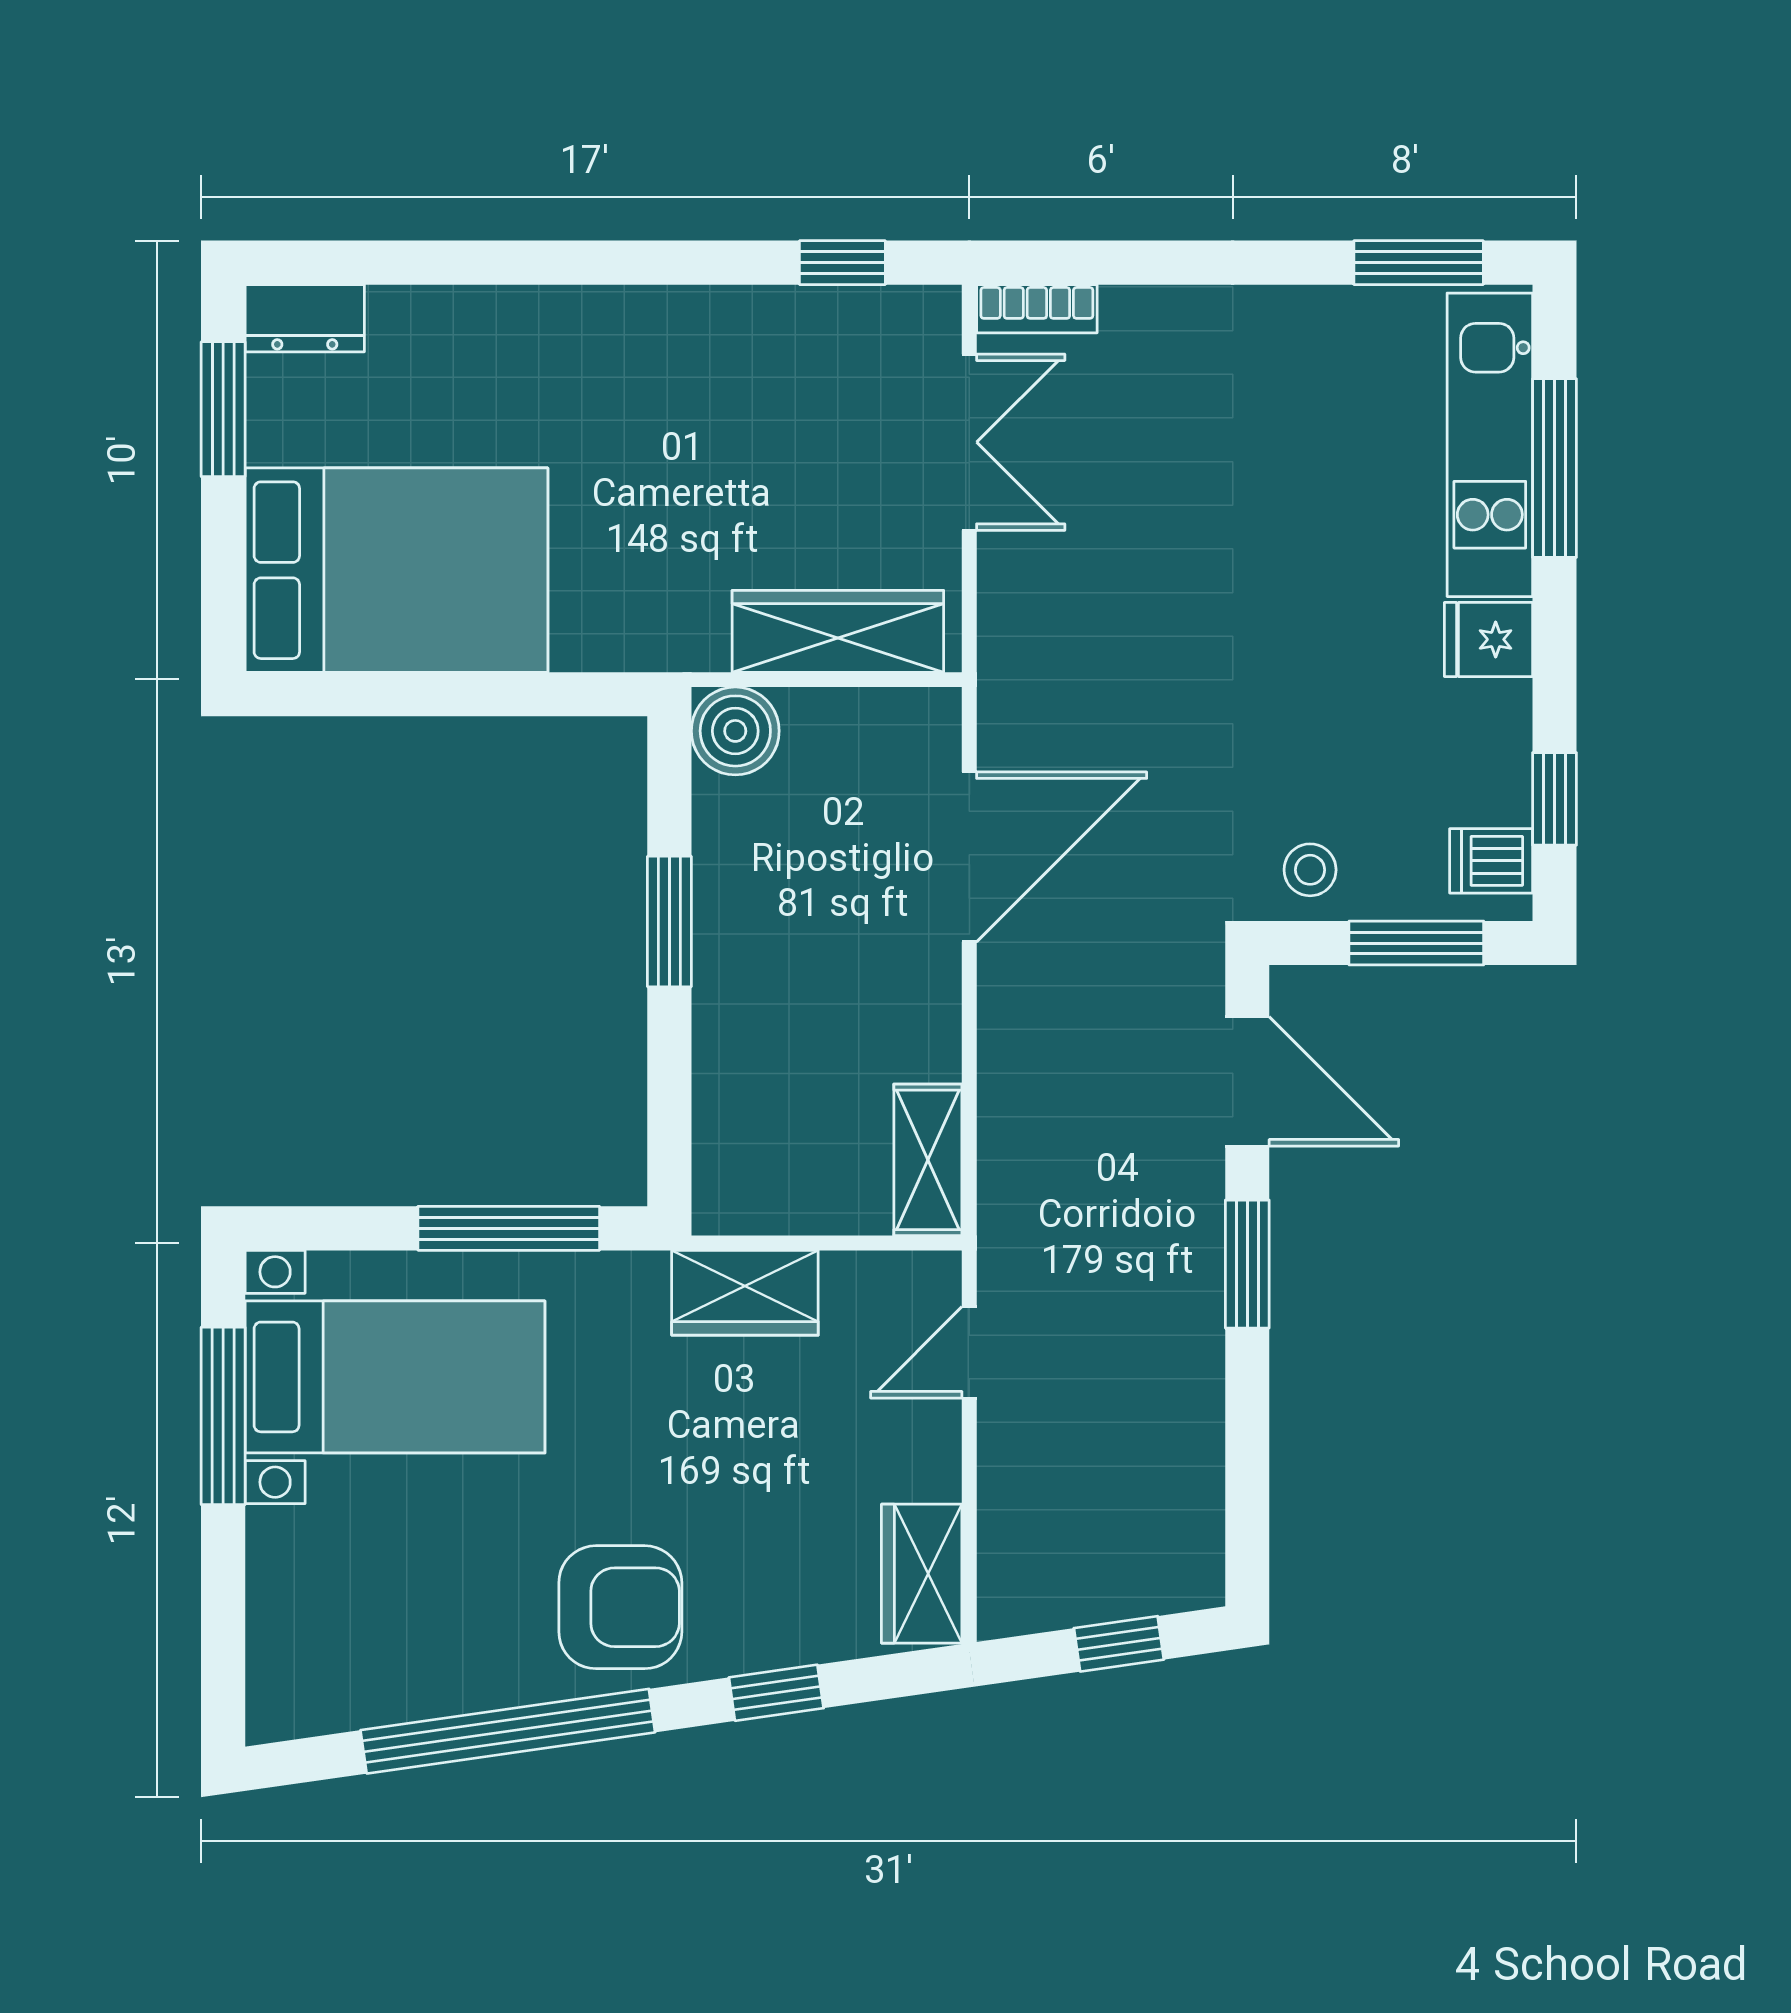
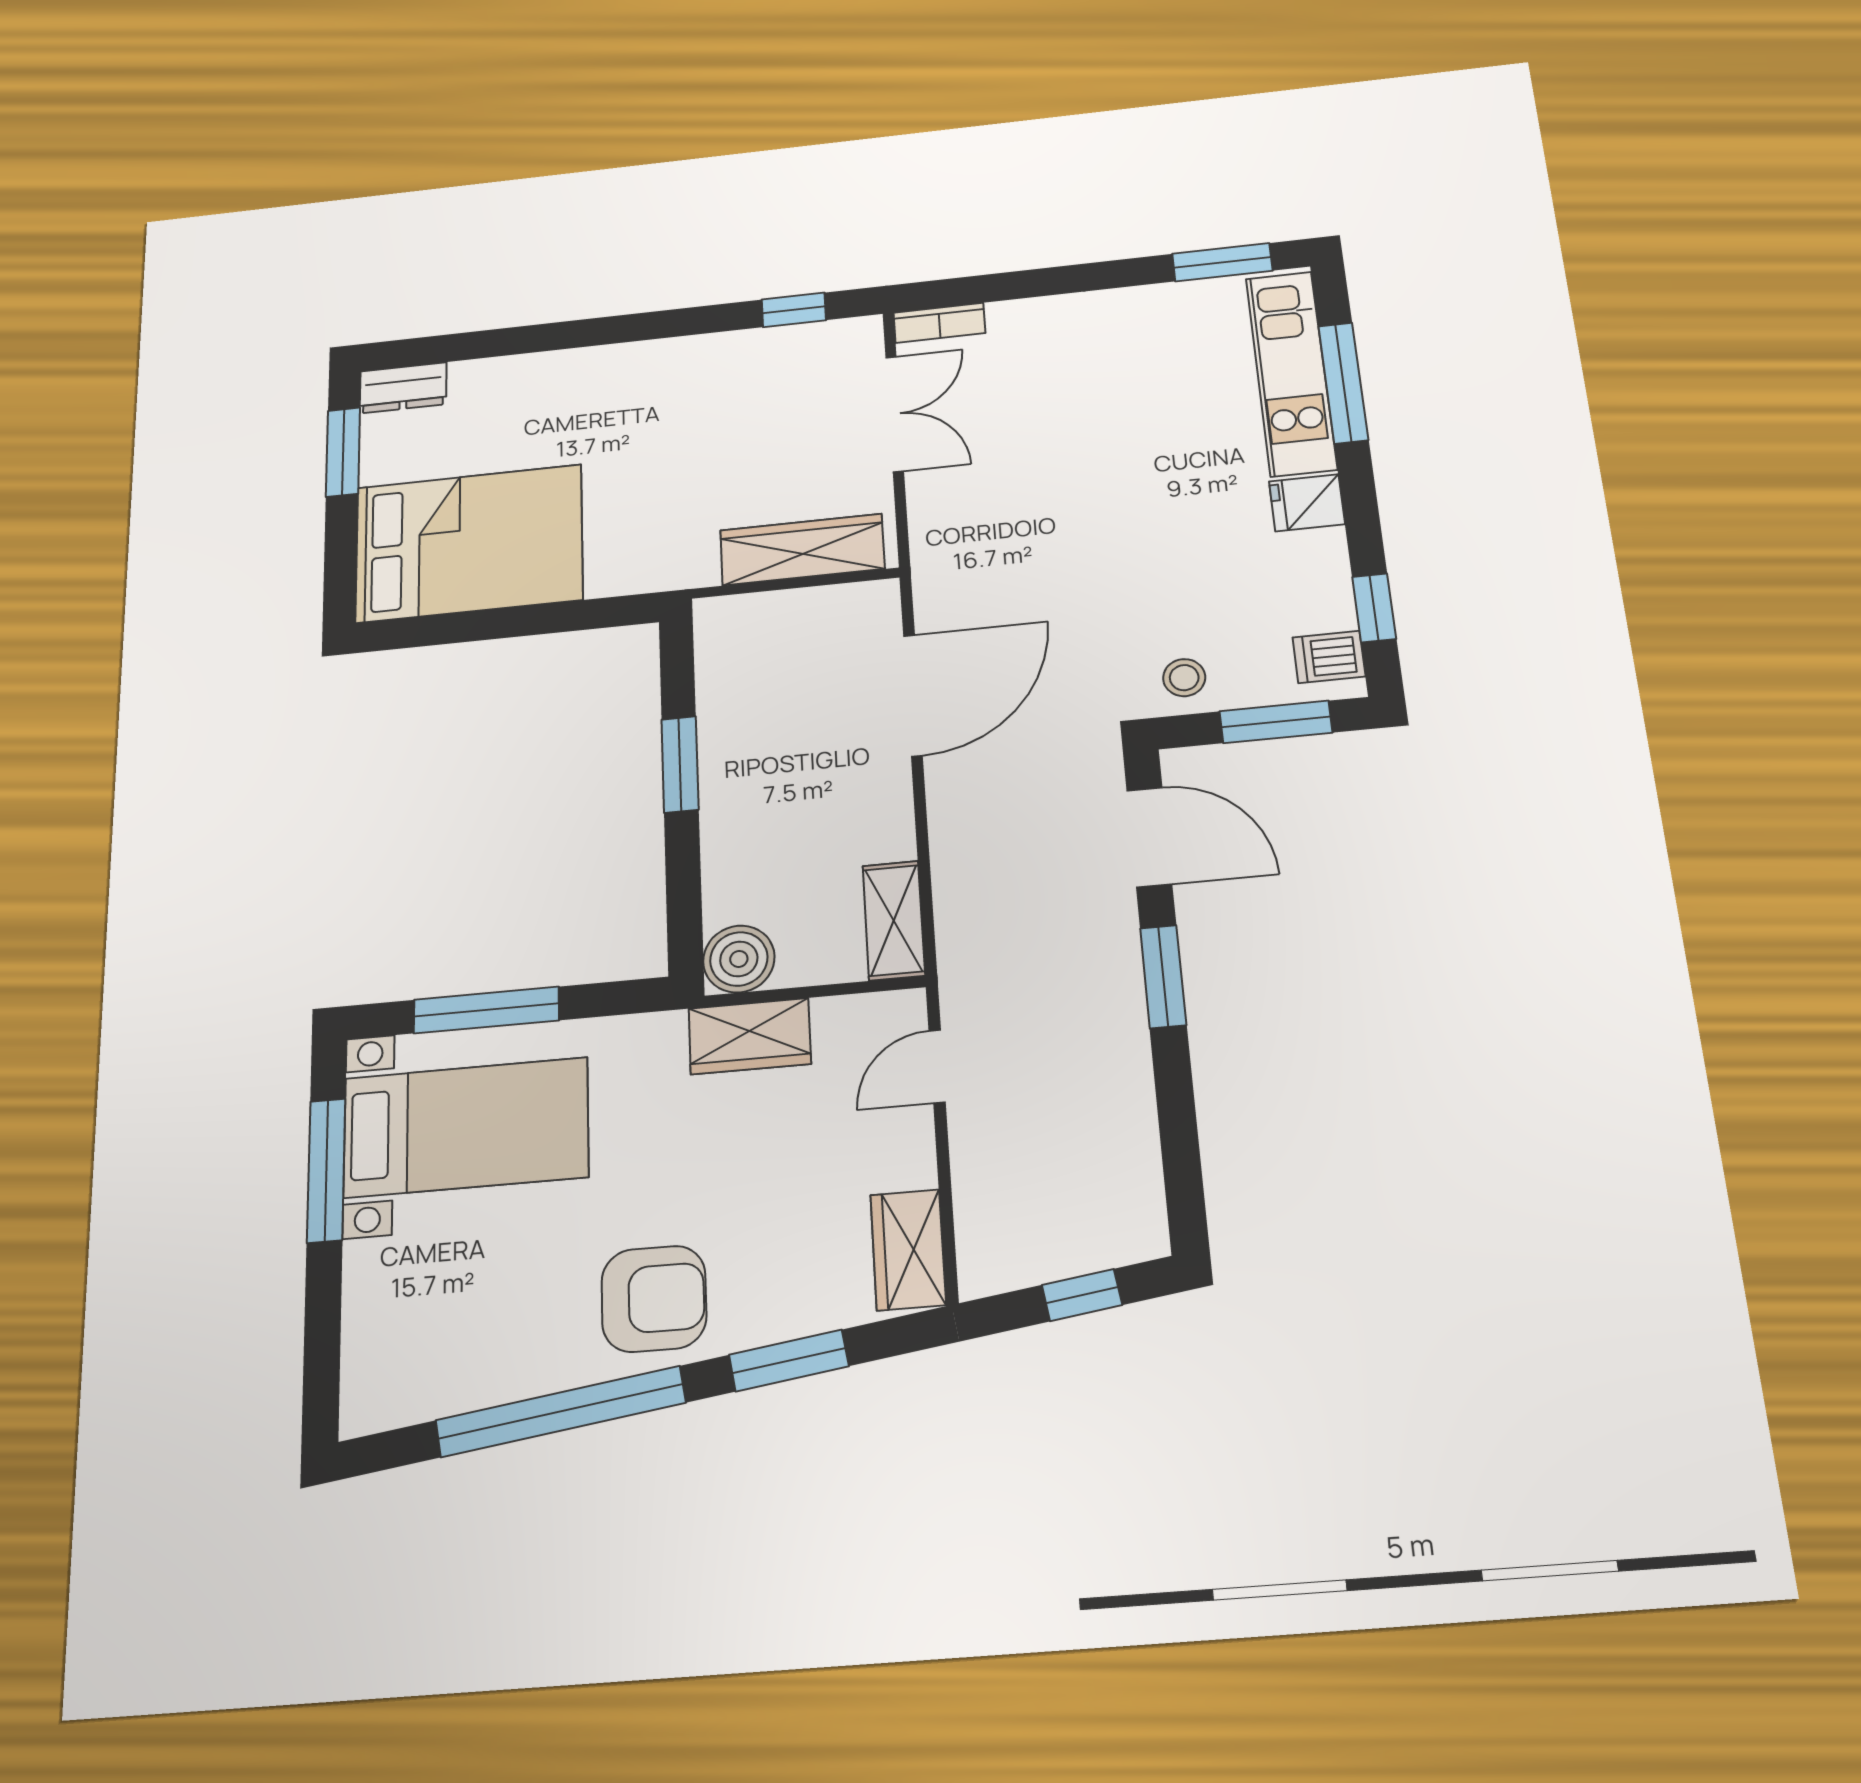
boiler: (735, 731) -> (739, 959), moved
window: (509, 1228) -> (486, 1010), moved
window: (776, 1693) -> (789, 1360), width x1.50

